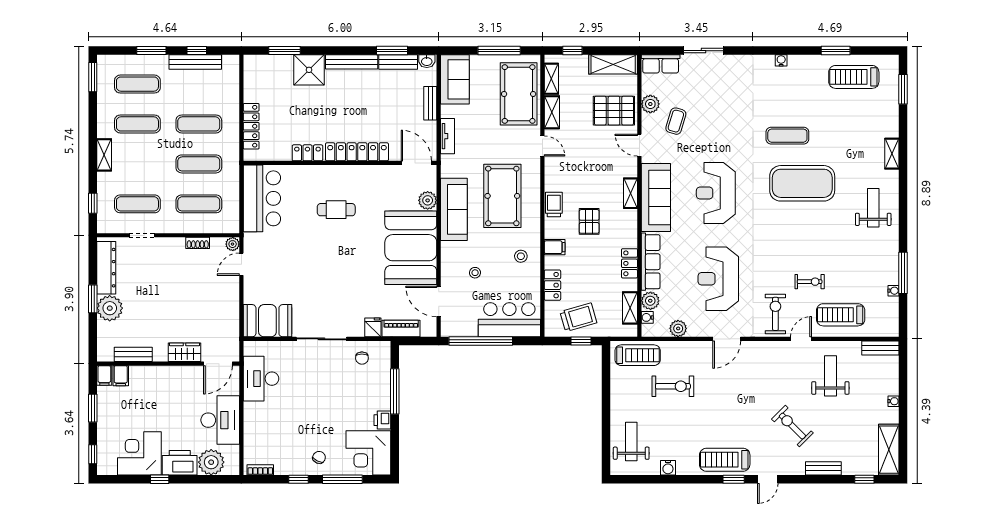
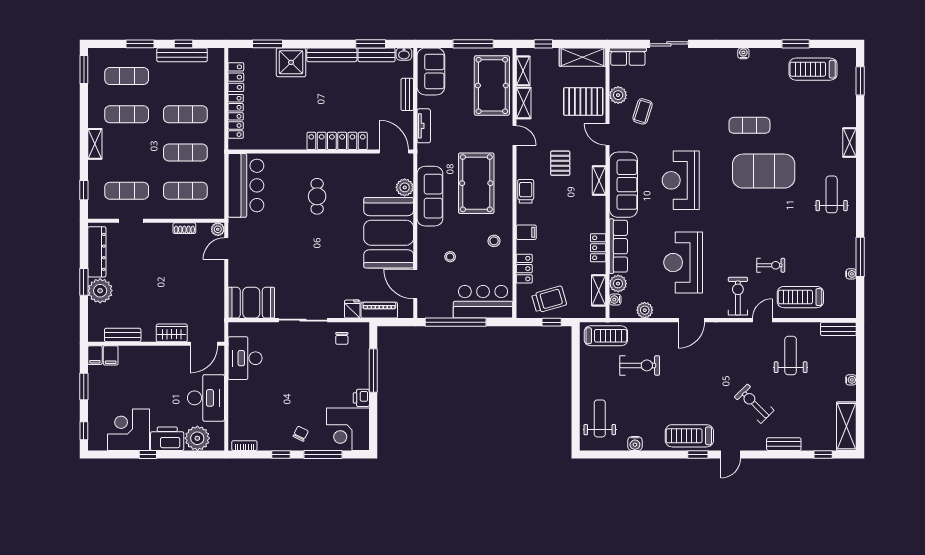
locker: (307, 153) -> (236, 77), moved, turned 90
cafe table: (336, 210) -> (317, 196), turned 90
pallet: (589, 221) -> (560, 163), moved

